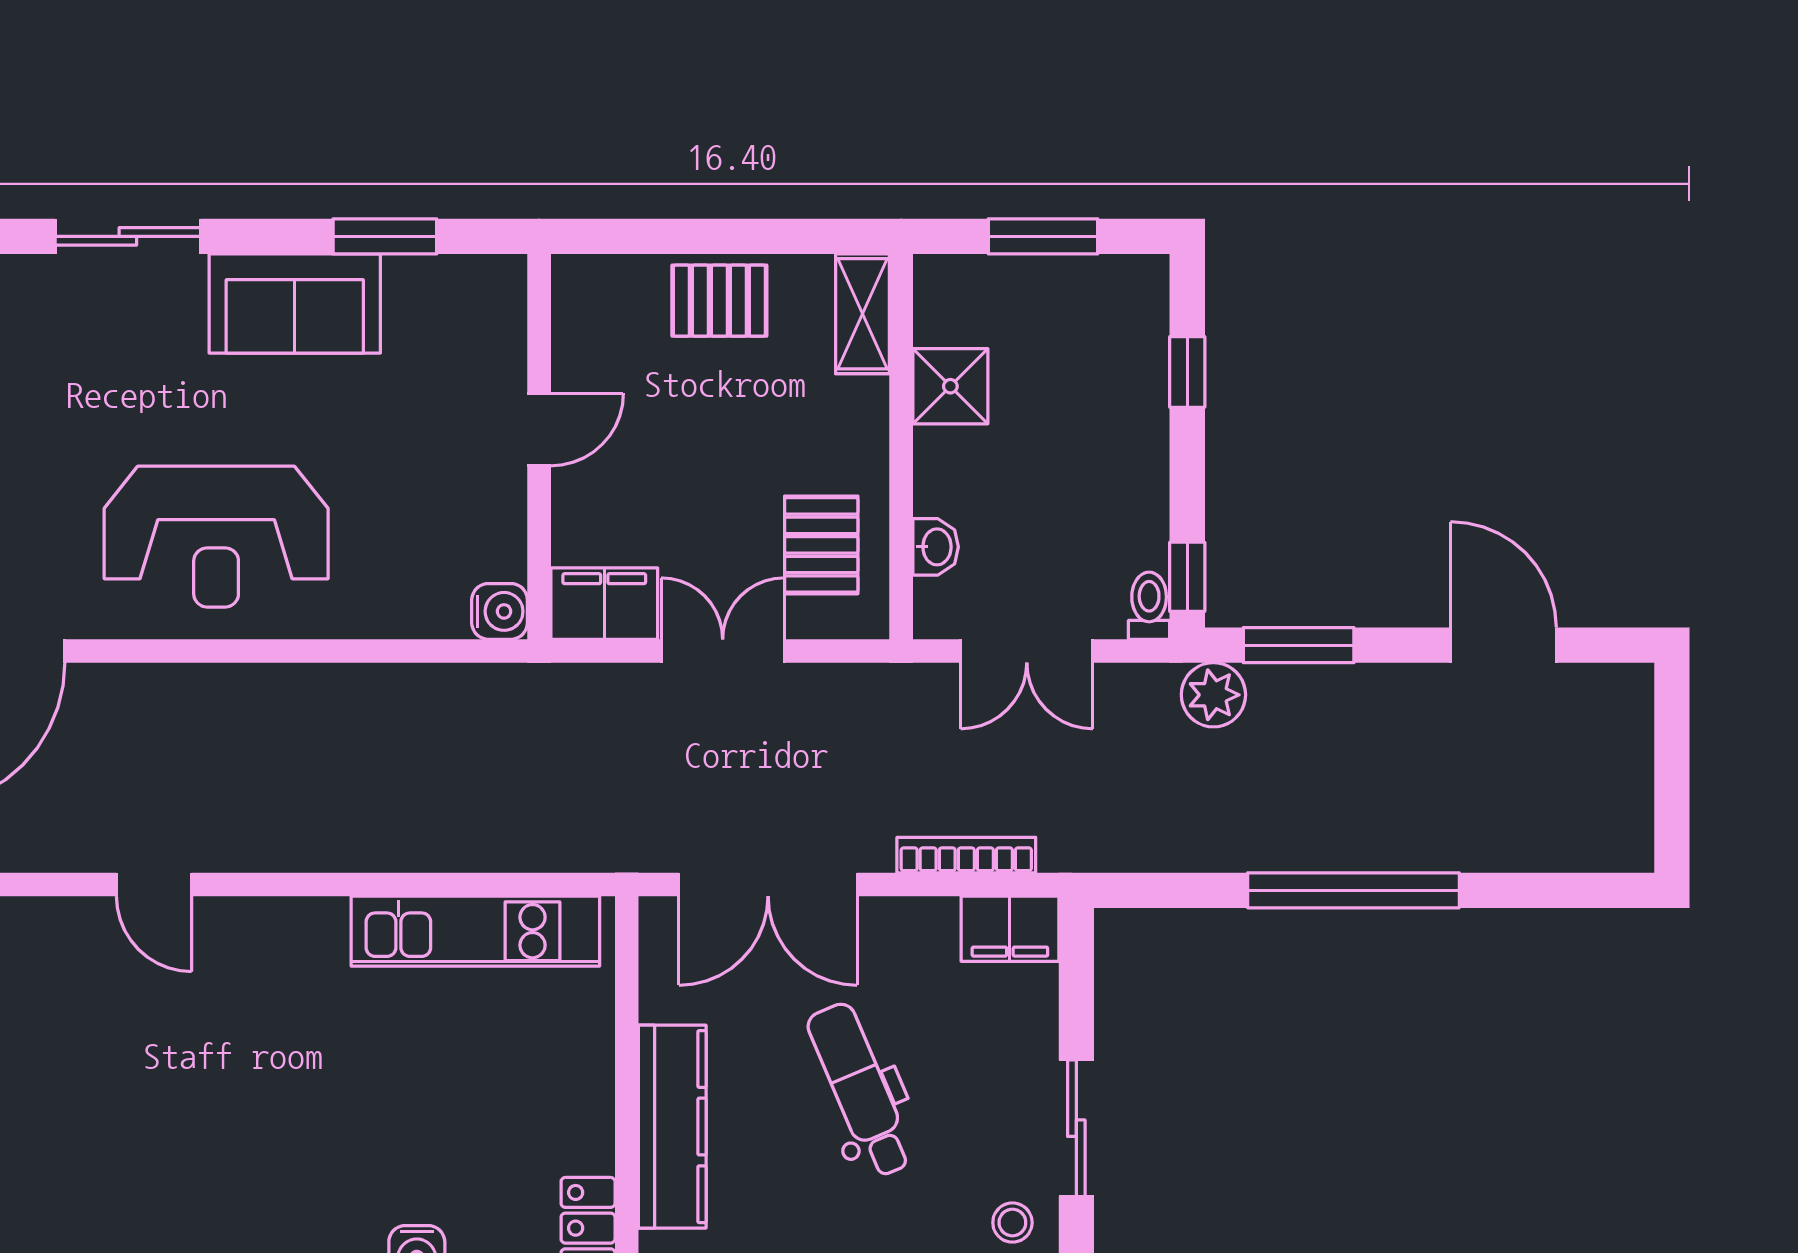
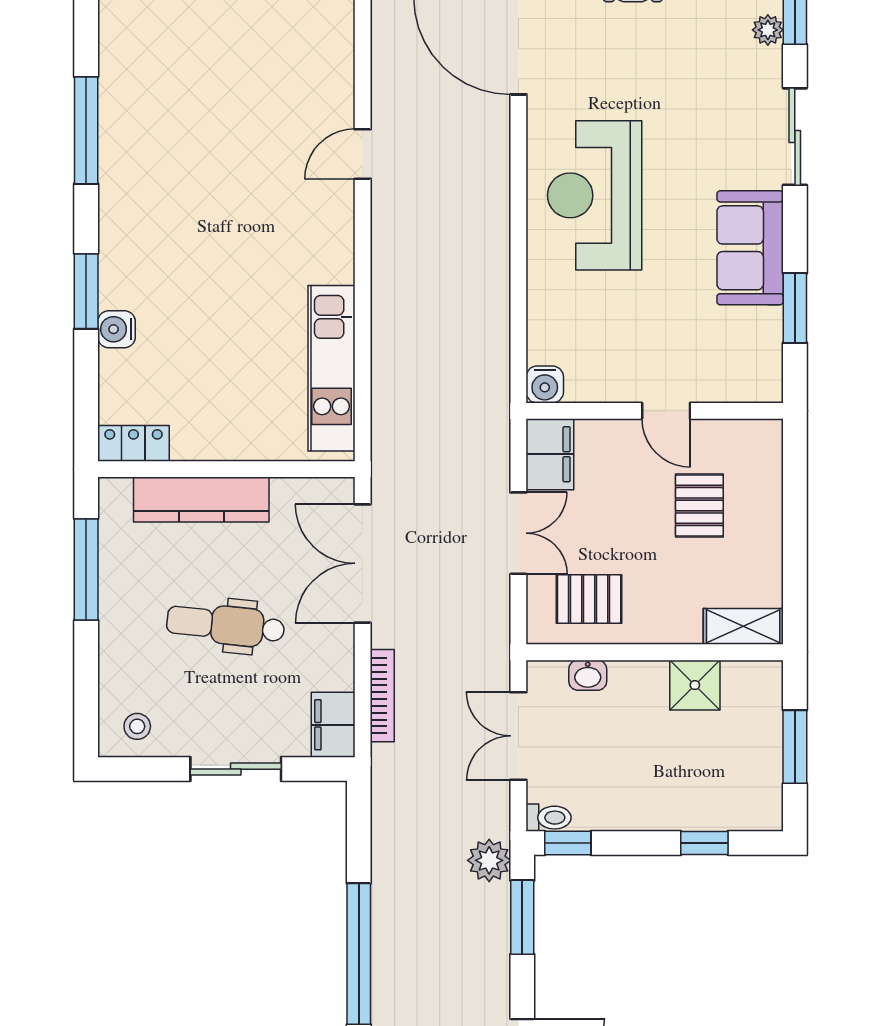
pallet: (719, 301) -> (699, 505), moved
dental chair: (860, 1090) -> (226, 625), turned -151
sliding door: (1076, 1128) -> (236, 769), moved

